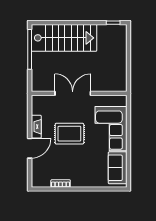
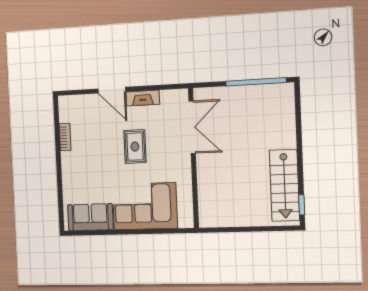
stairs: (64, 38) -> (285, 185), moved, width x0.73, depth x0.66
double door: (73, 93) -> (192, 127), moved
rug: (69, 134) -> (135, 147), width x0.73, depth x0.70

